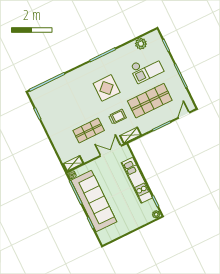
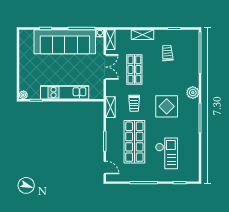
plant: (141, 44) -> (193, 93), moved
checkout: (146, 69) -> (167, 153), turned 180
trolley: (61, 109) -> (167, 53), added
shelving: (56, 138) -> (142, 35), added
double door: (111, 151) -> (105, 67), moved

